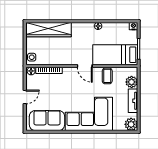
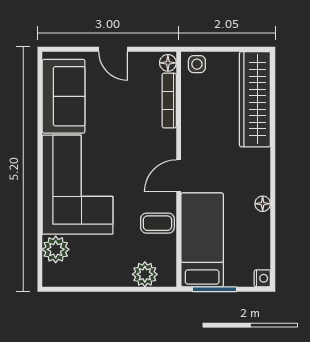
tv unit: (133, 101) -> (105, 277), removed
plant: (131, 124) -> (56, 249), moved

